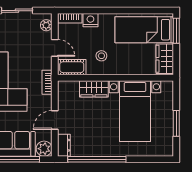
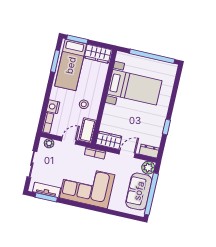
window: (145, 11) -> (55, 61), added
wardrobe: (94, 89) -> (109, 140), moved, turned -90
door: (55, 120) -> (127, 154), swing flipped
window: (176, 123) -> (152, 56), width x2.11
window: (97, 159) -> (166, 127), width x0.32

